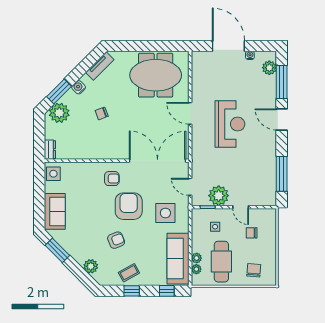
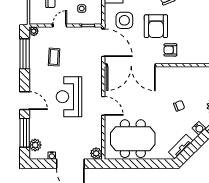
plant: (198, 58) -> (96, 153), added
coffee table: (247, 170) -> (54, 57), added
door: (190, 187) -> (103, 43), width x1.88
plant: (219, 196) -> (34, 31), moved, width x0.53, depth x0.53
door: (241, 207) -> (60, 25), hinge flipped

